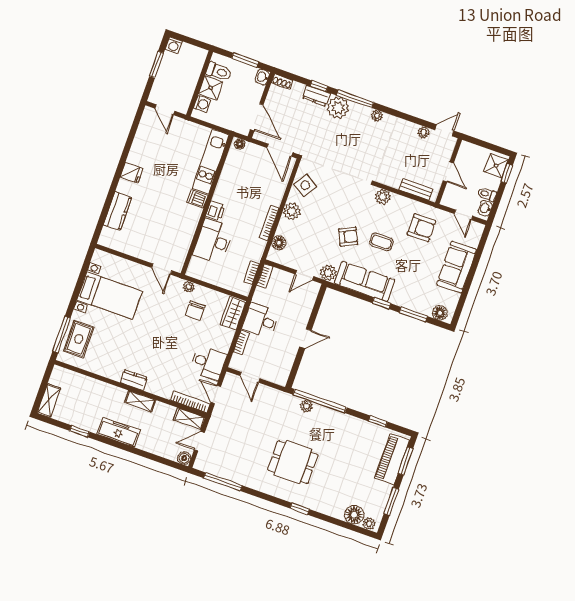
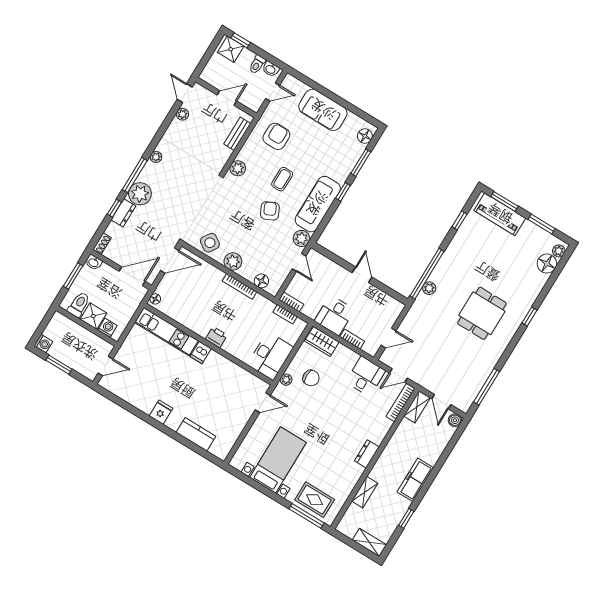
desk: (213, 241) -> (270, 356), moved, turned -90
shelving: (140, 401) -> (365, 492), moved

